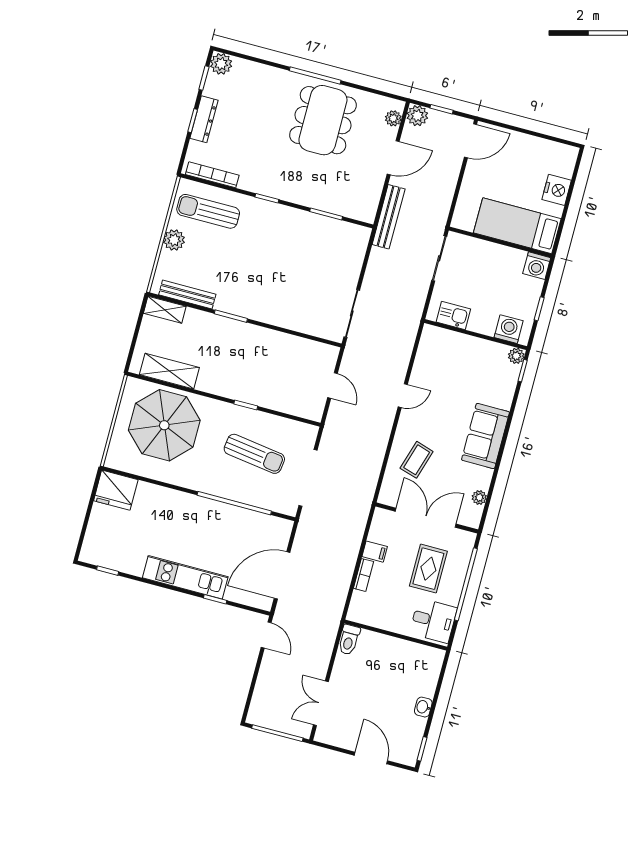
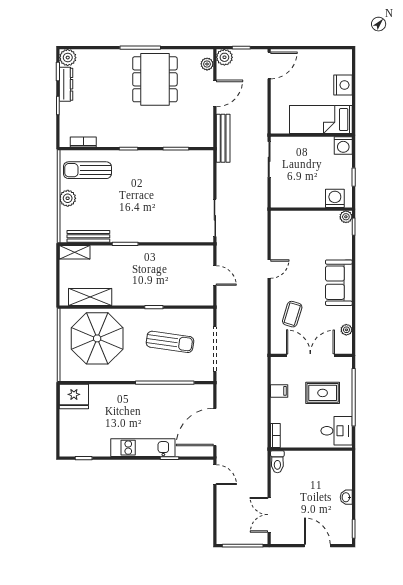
dresser: (204, 119) -> (66, 84), moved
bookcase: (212, 175) -> (83, 142), width x0.64
kitchen sink: (453, 315) -> (291, 199), removed
rug: (428, 569) -> (323, 393), turned 90
bookcase: (363, 575) -> (275, 435), moved

